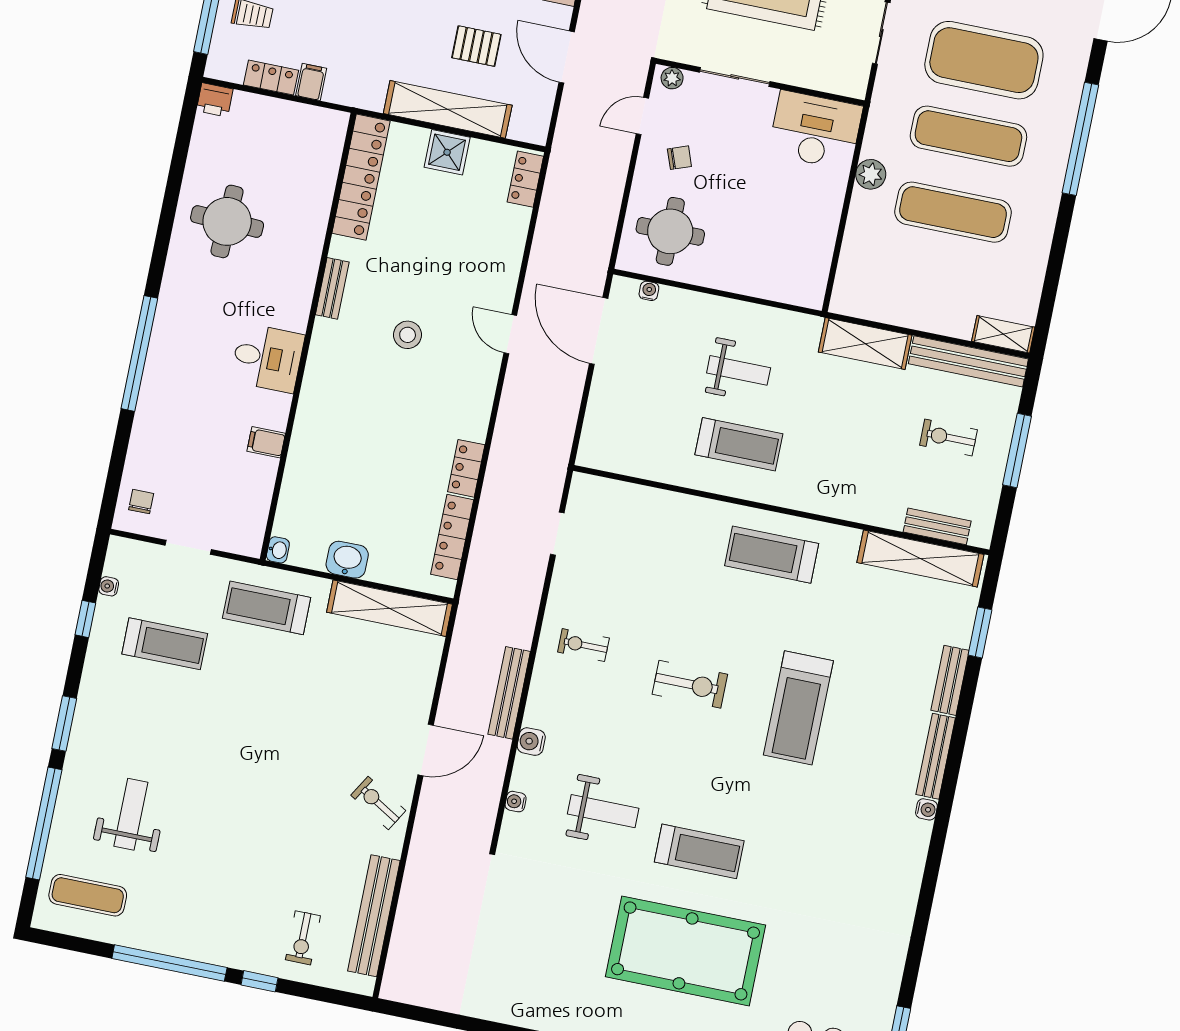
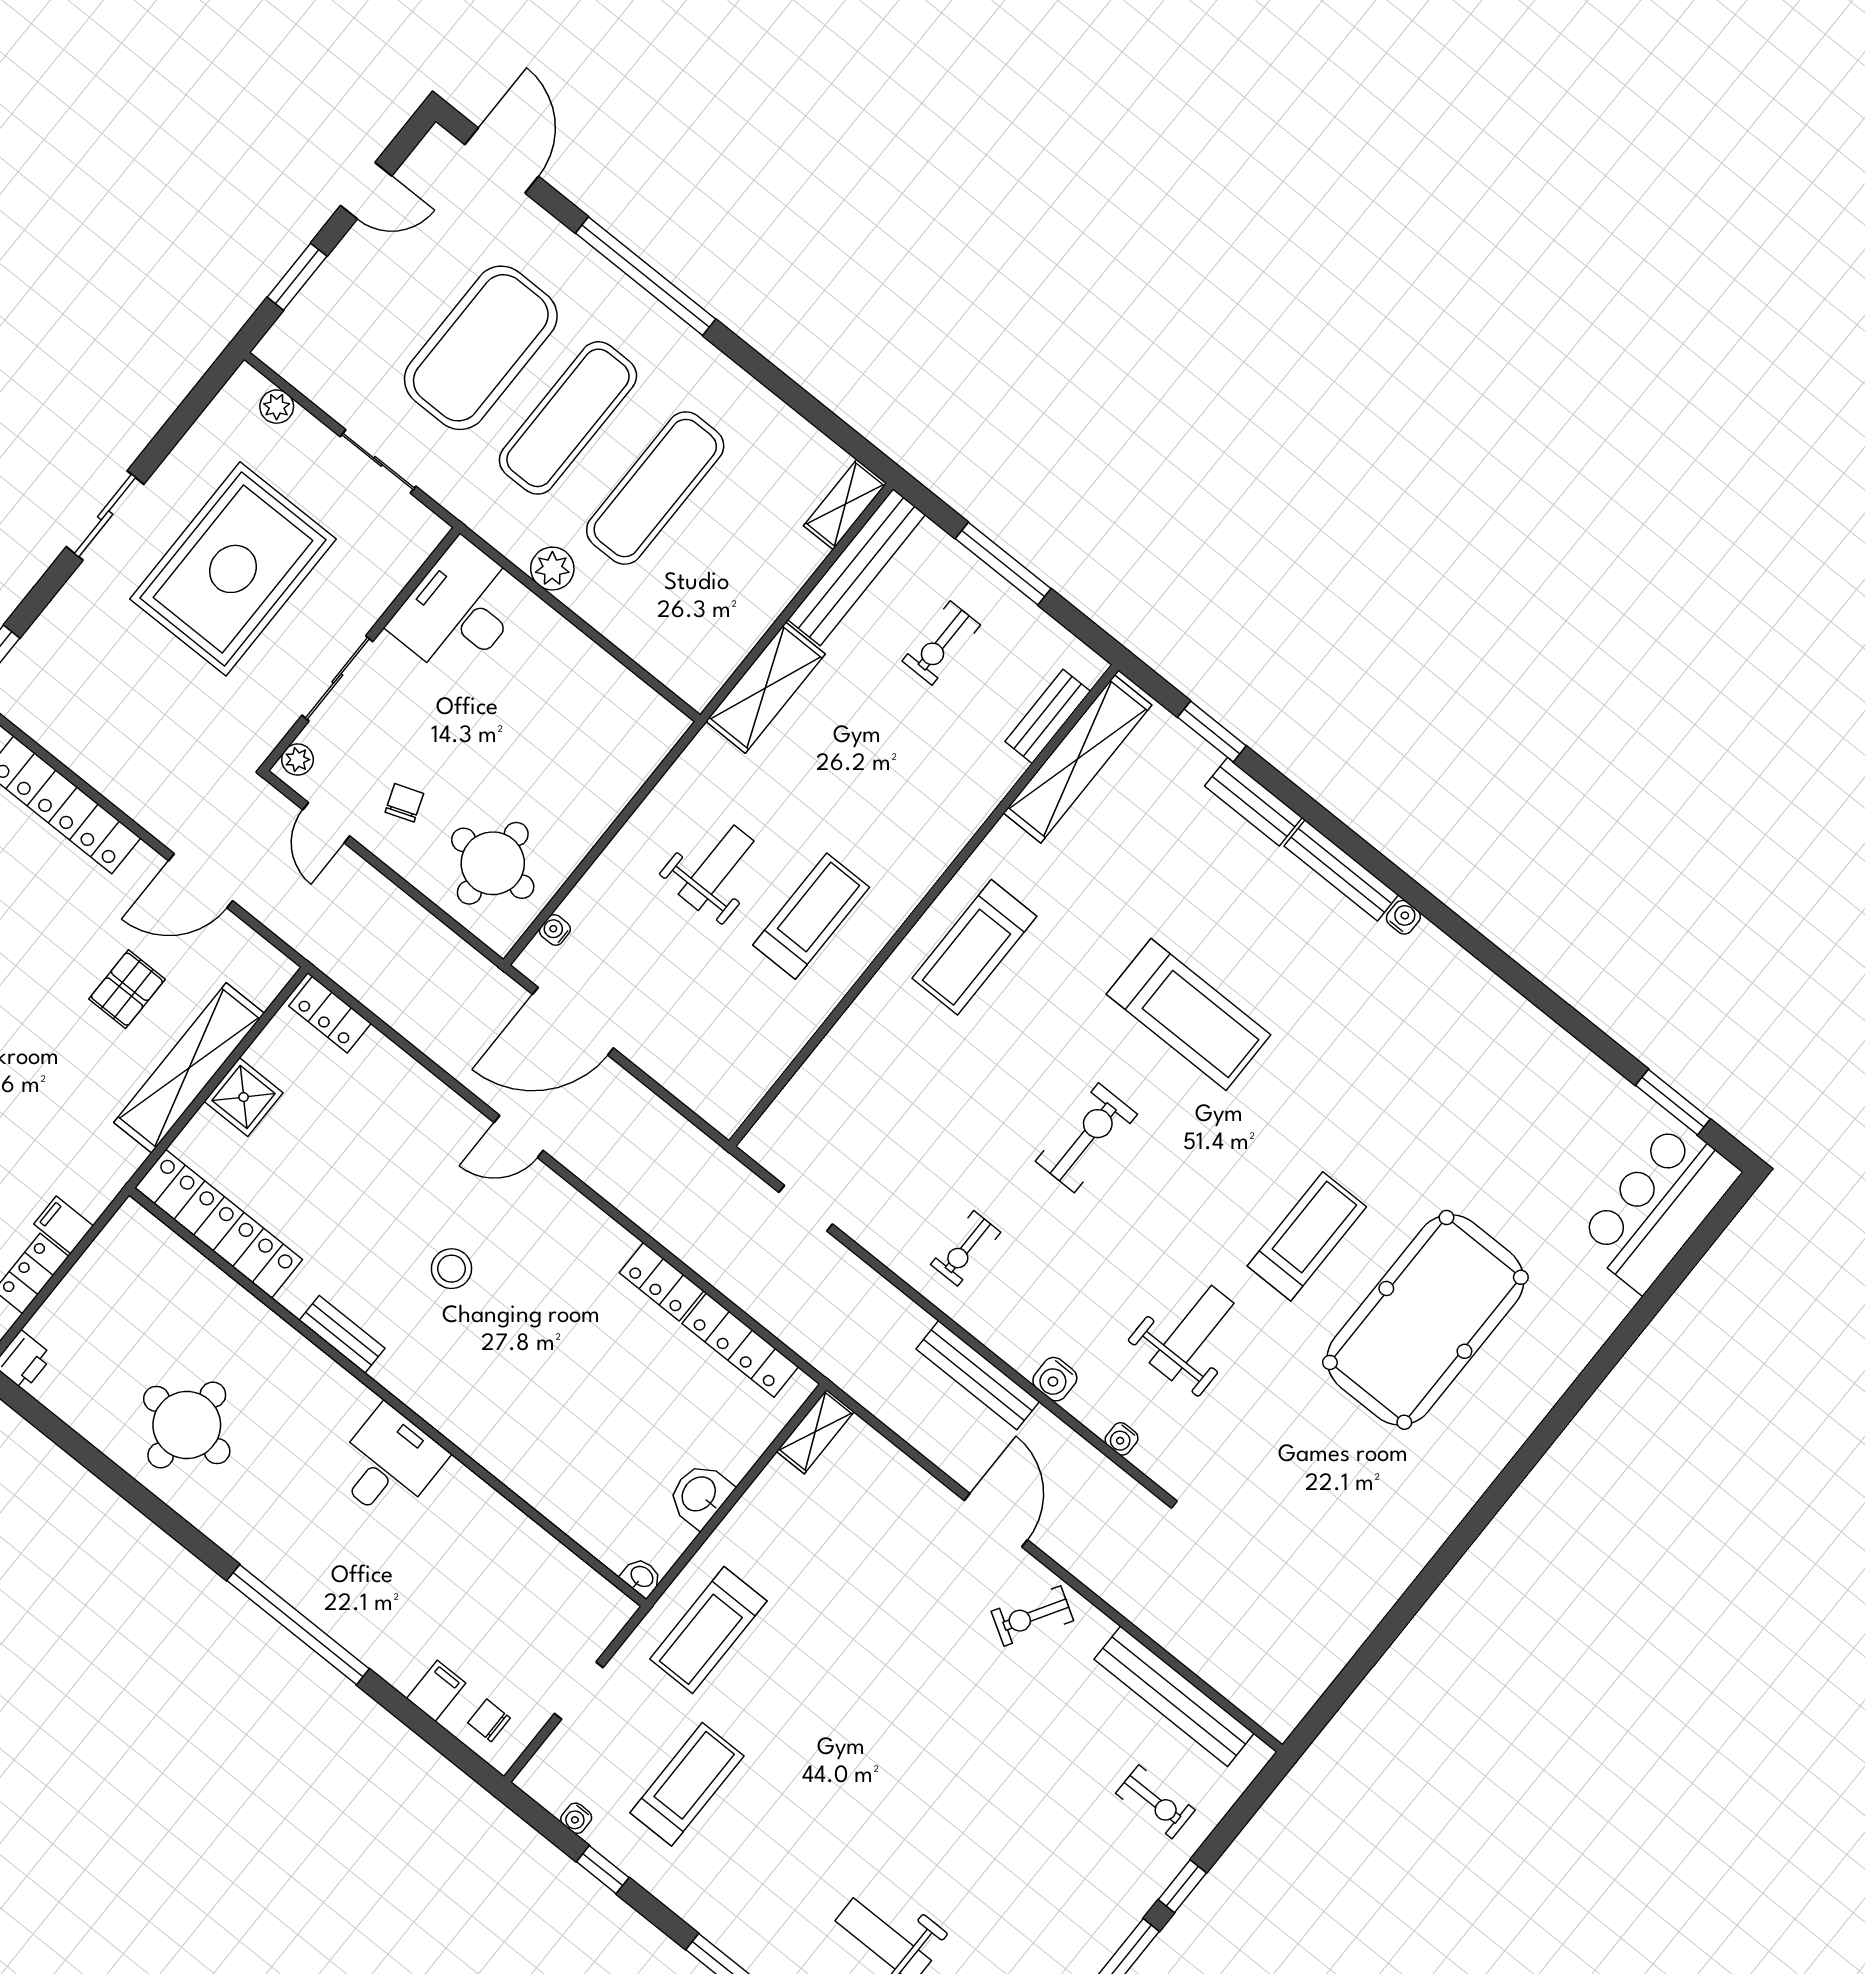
filing cabinet: (266, 442) -> (436, 1691), moved, turned 180
shelving: (389, 608) -> (815, 1432), width x0.45, depth x0.75

